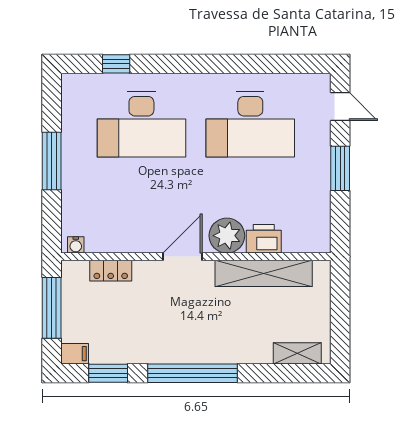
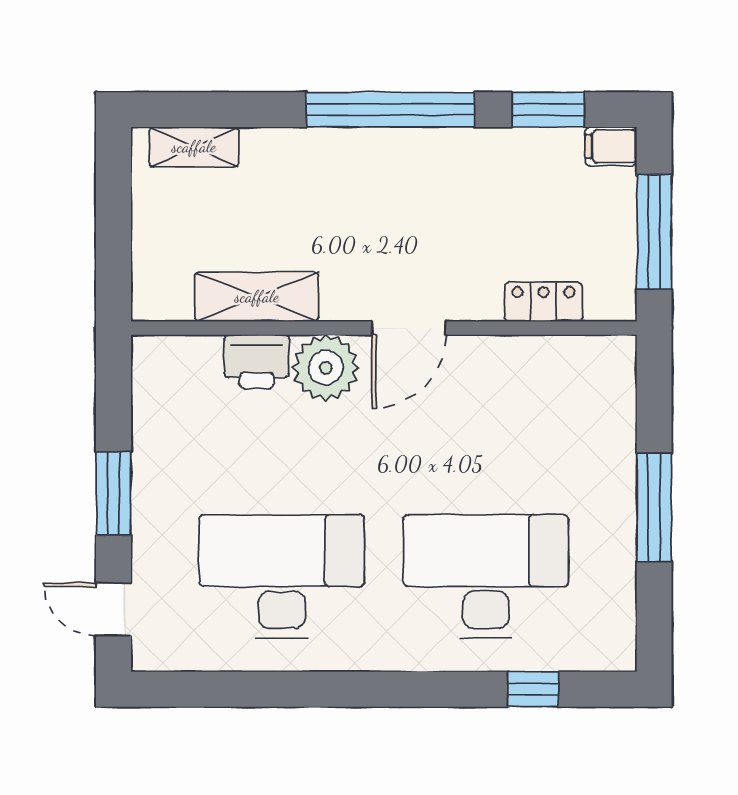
water cooler: (76, 245) -> (609, 350), removed
shelving: (264, 273) -> (257, 297), width x0.68

